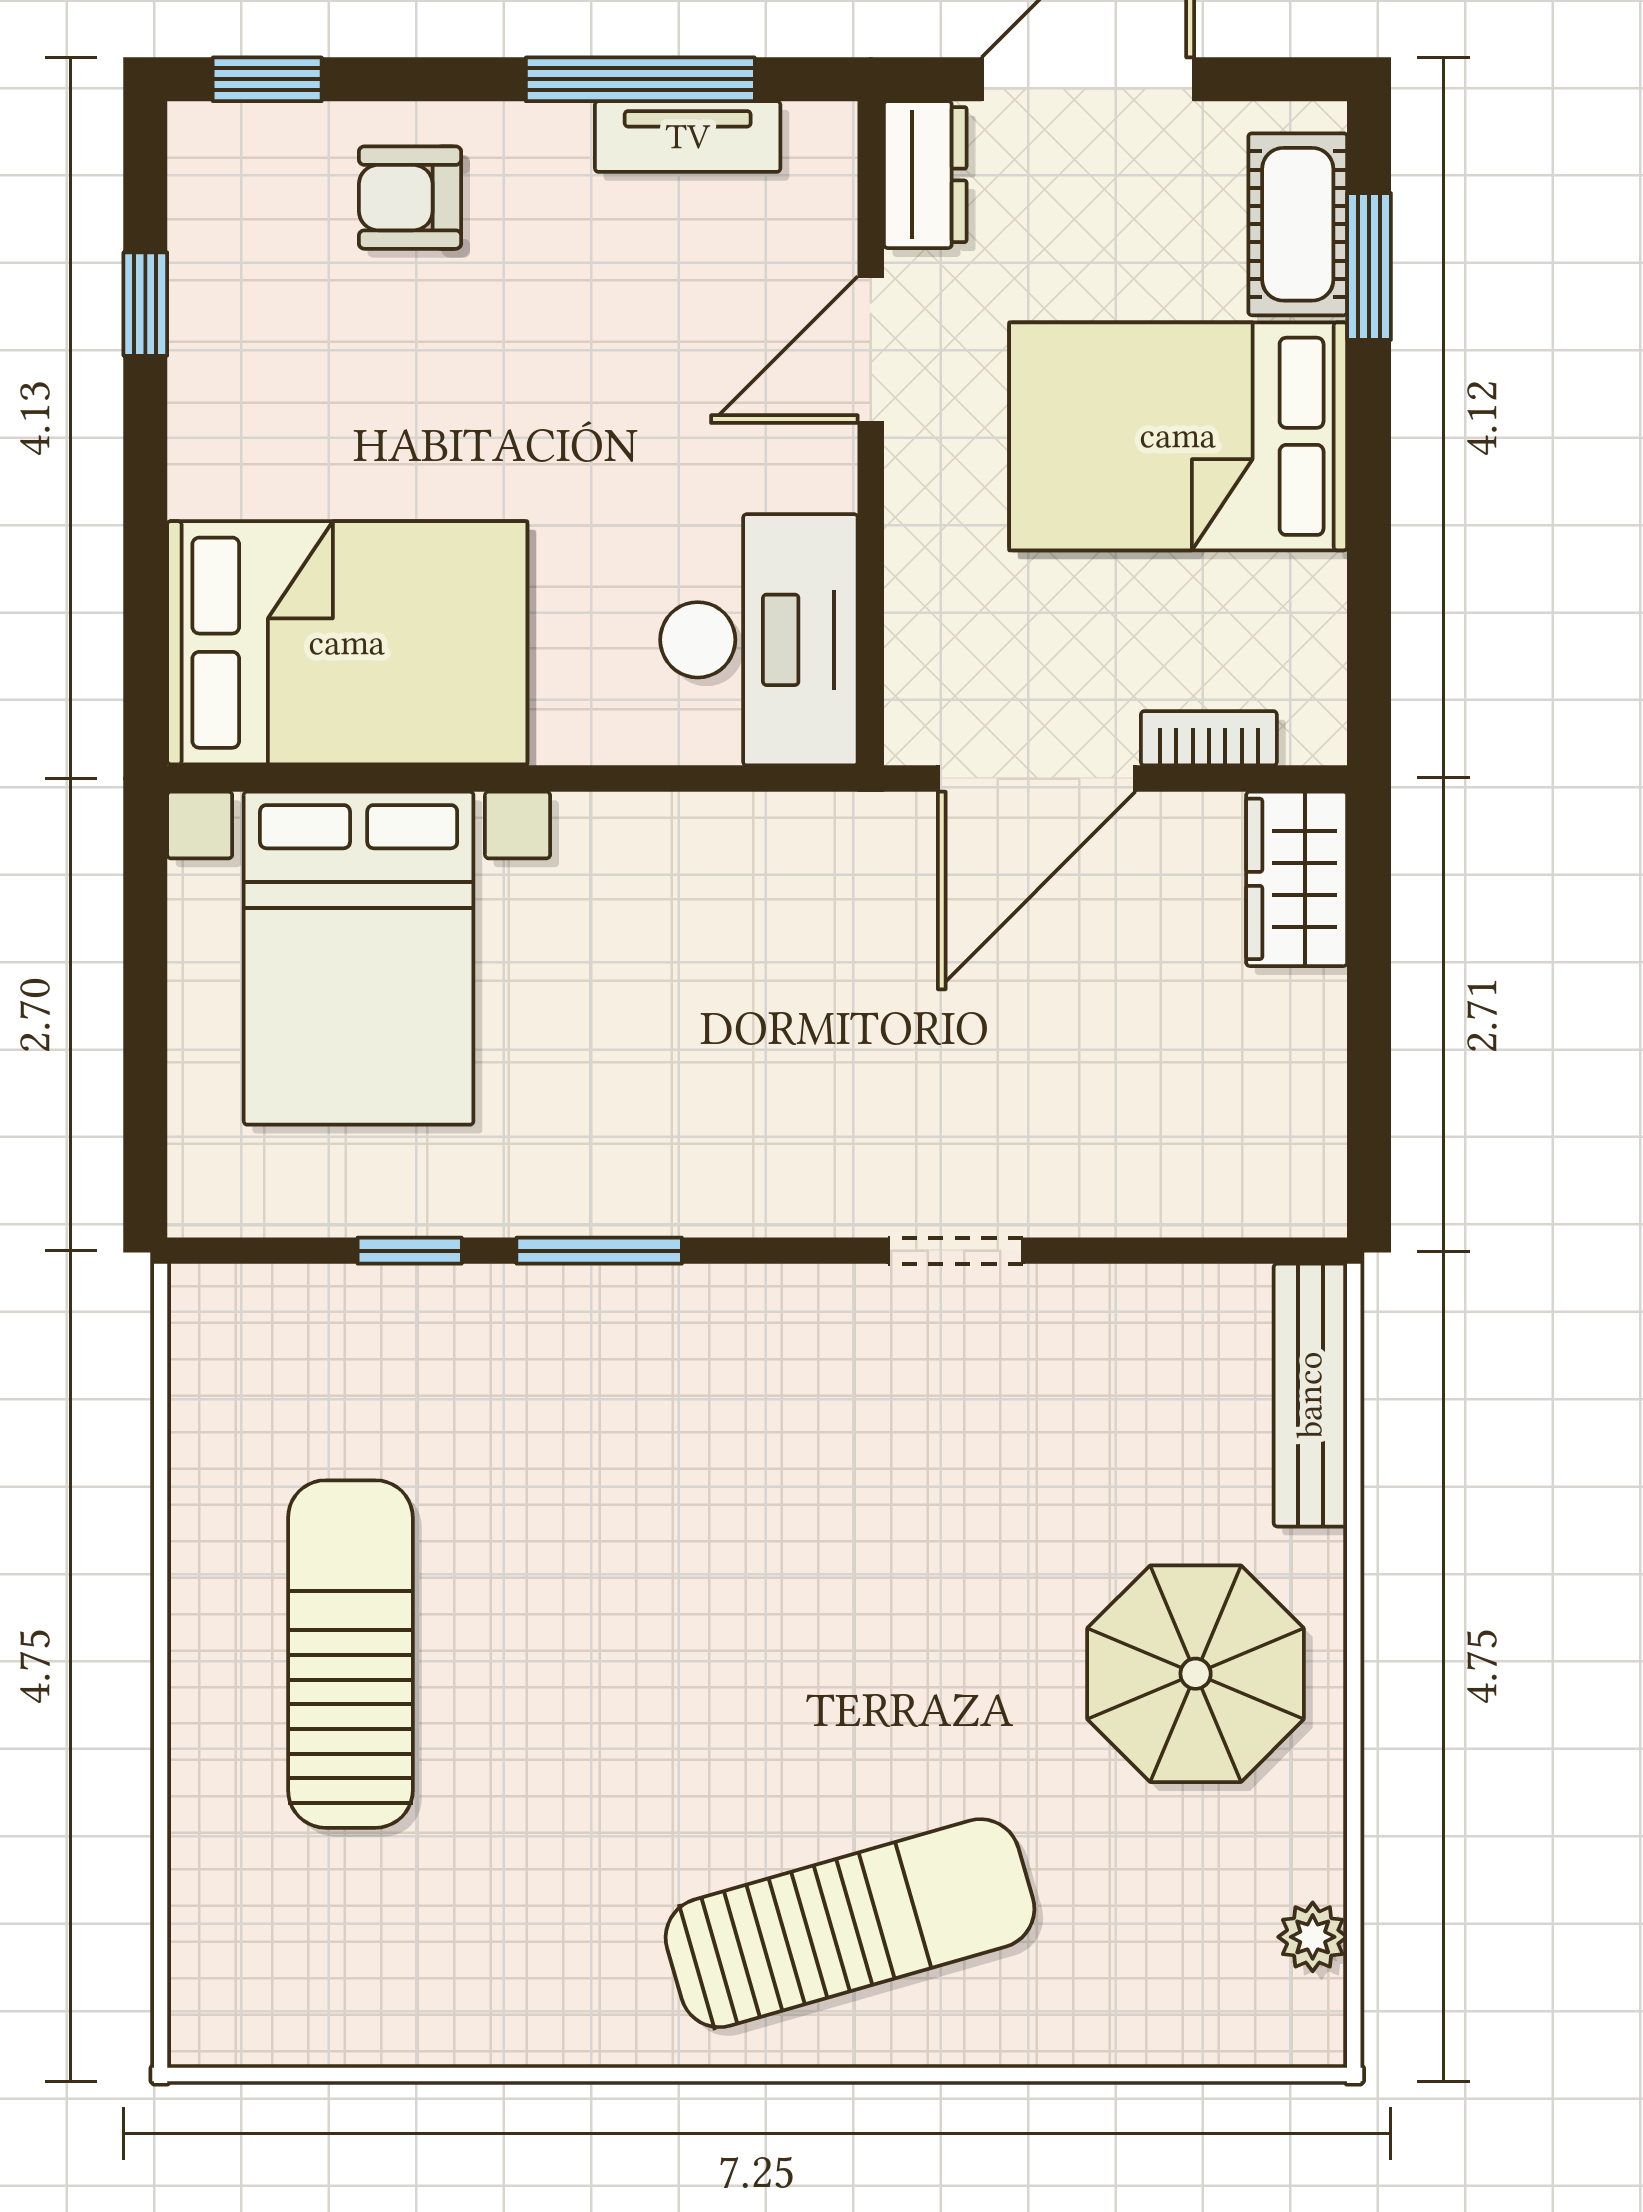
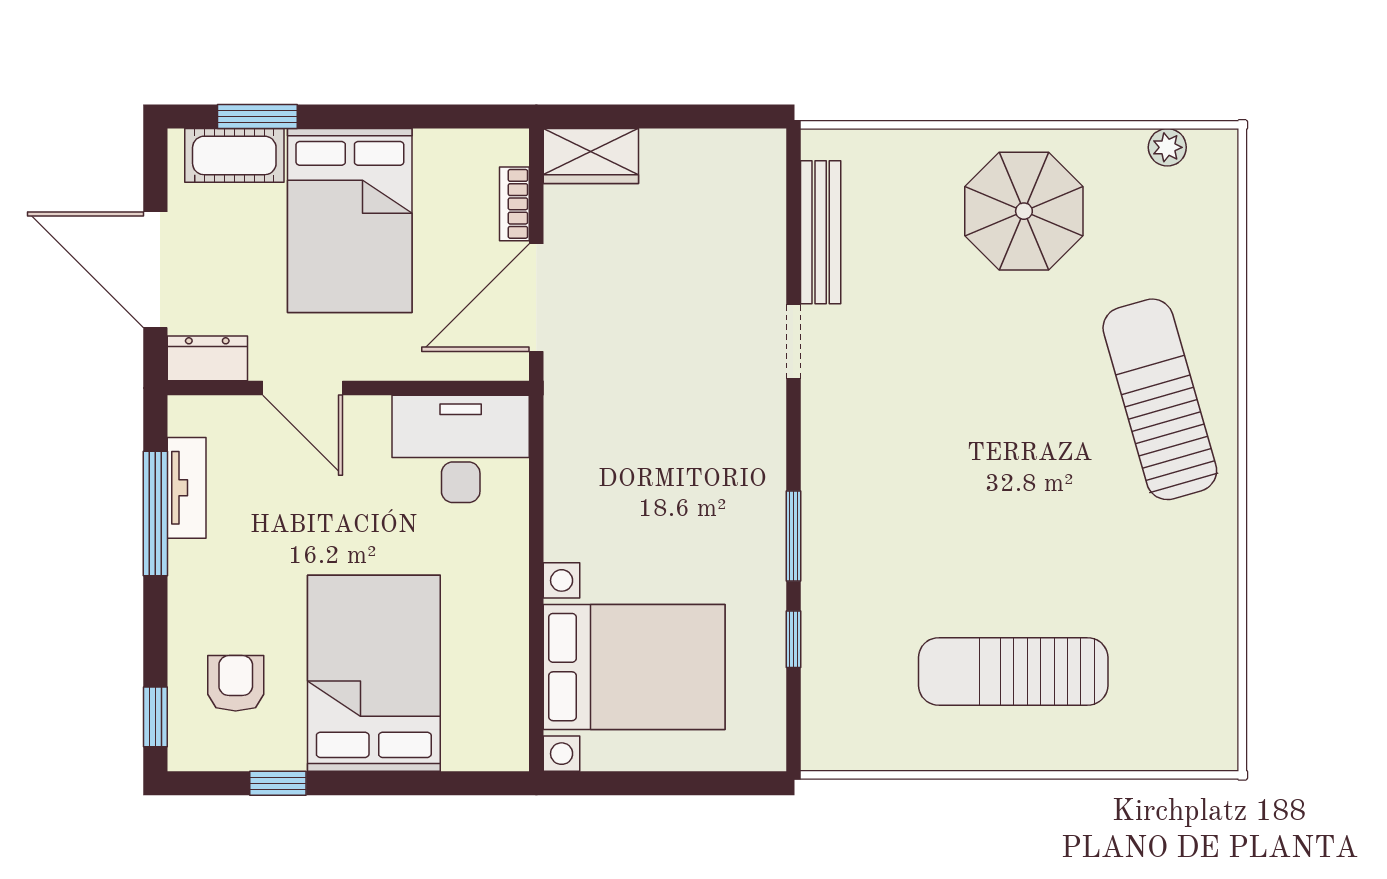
armchair: (410, 198) -> (236, 683), moved, turned 180
bed: (347, 643) -> (374, 673), moved
door: (1037, 779) -> (536, 298), swing flipped
bench: (1310, 1395) -> (821, 232), moved, turned 90

